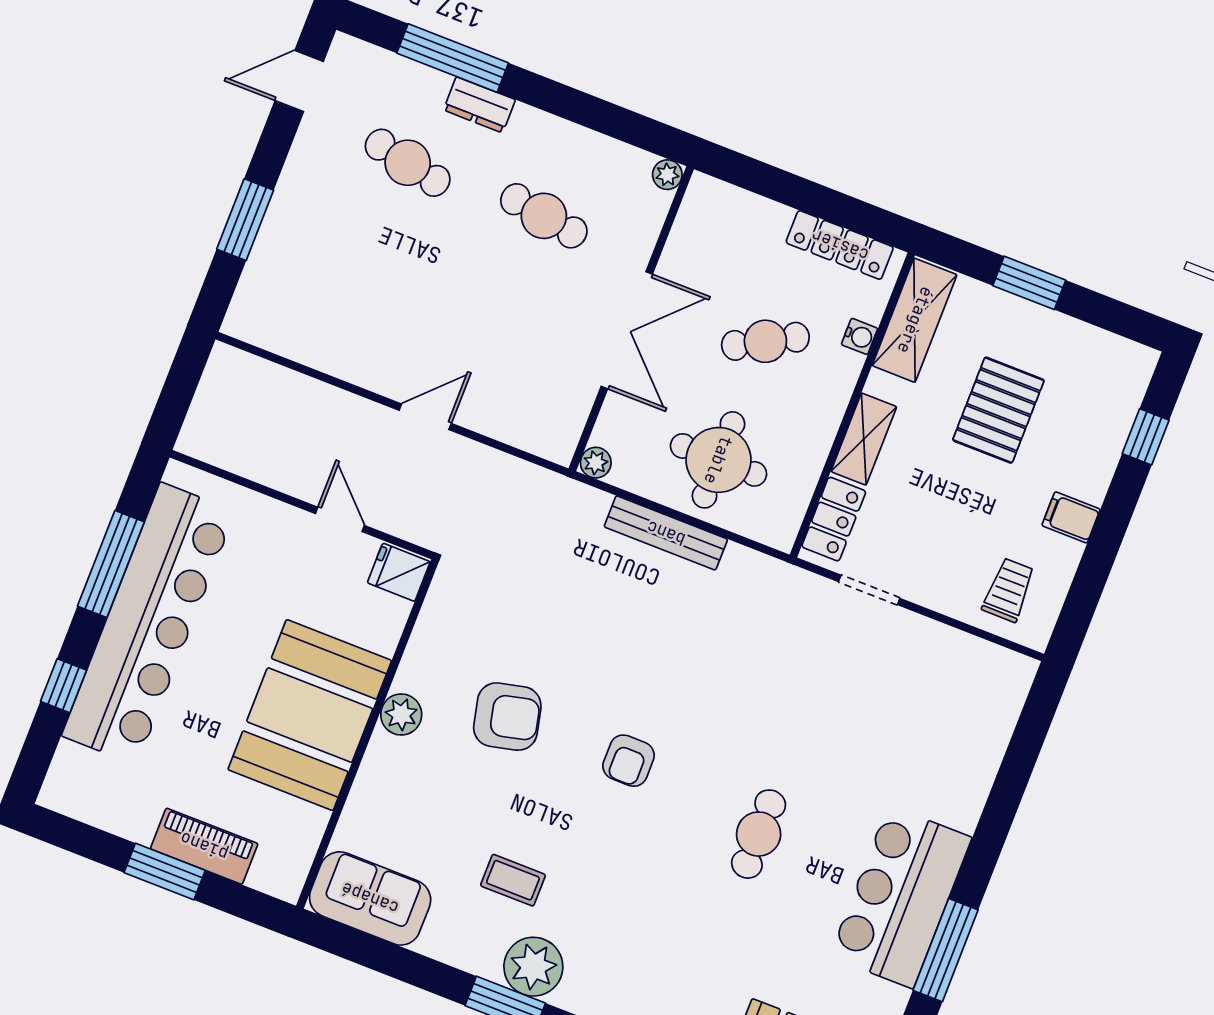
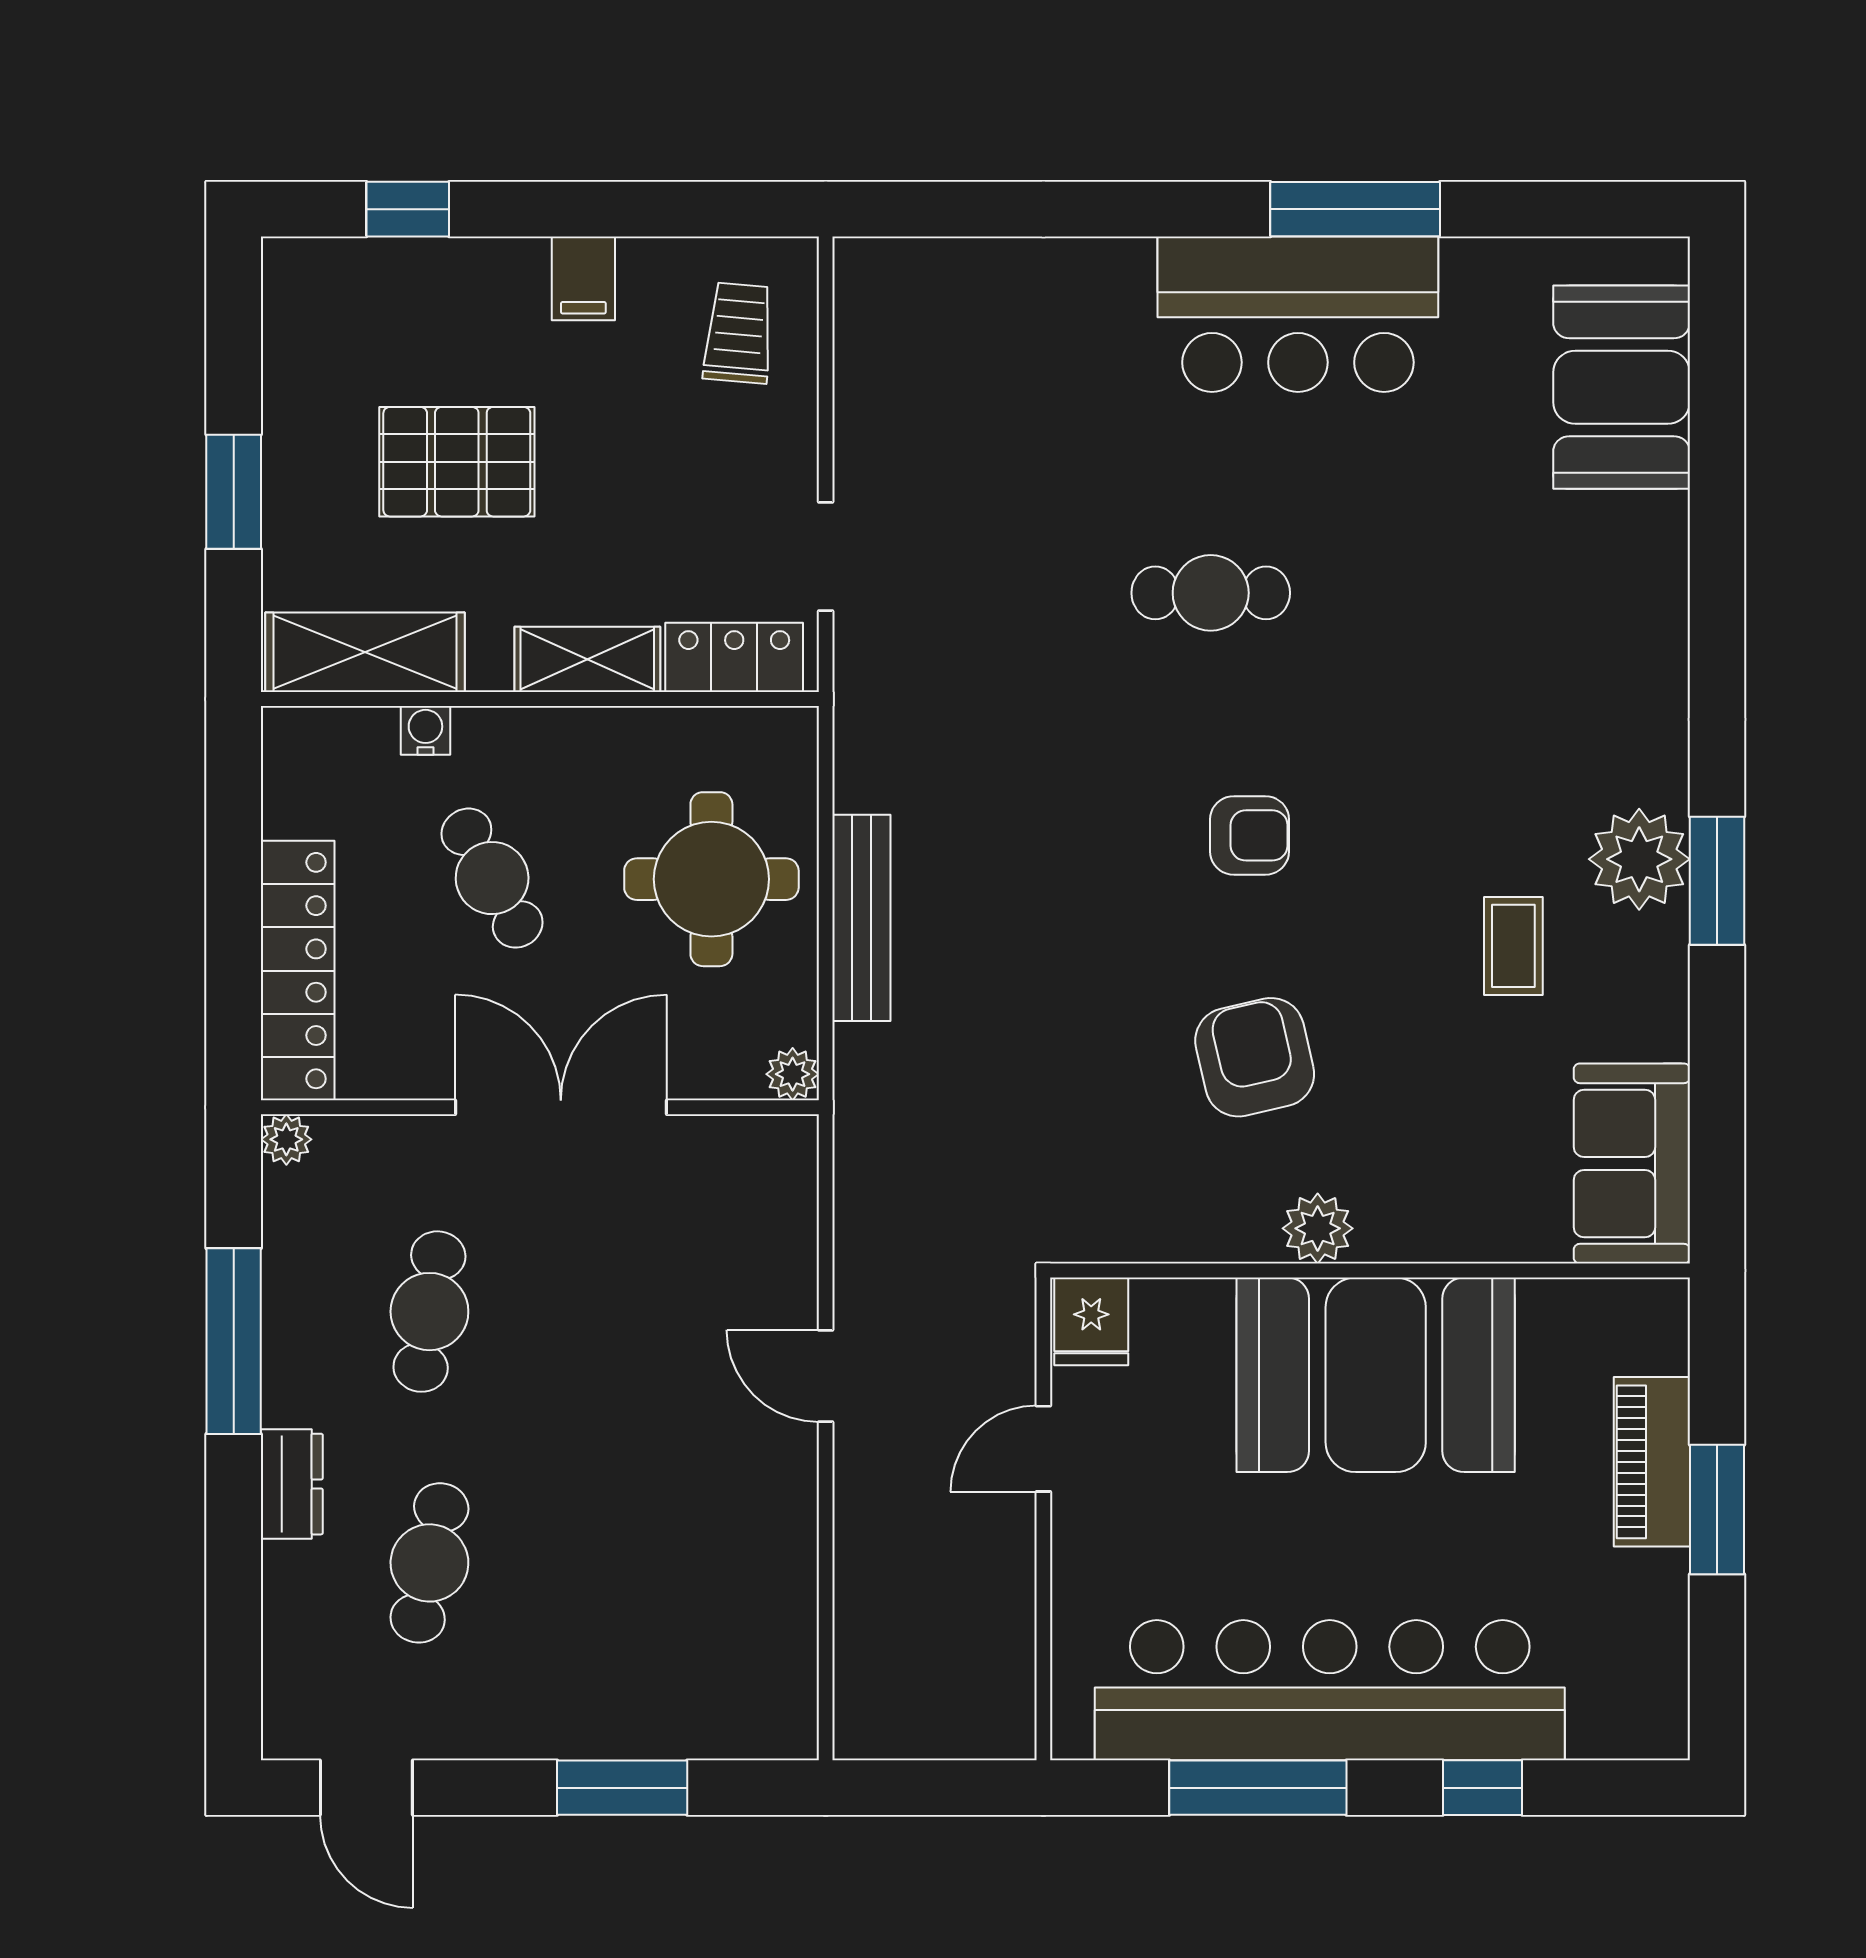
window: (453, 58) -> (234, 1341), moved
locker: (840, 245) -> (298, 971), moved, width x1.41, depth x1.21
trolley: (1009, 590) -> (739, 333), turned 95
cafe table: (759, 834) -> (1211, 593), moved

